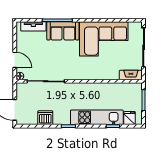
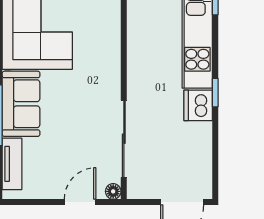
dishwasher: (45, 118) -> (198, 105), moved

